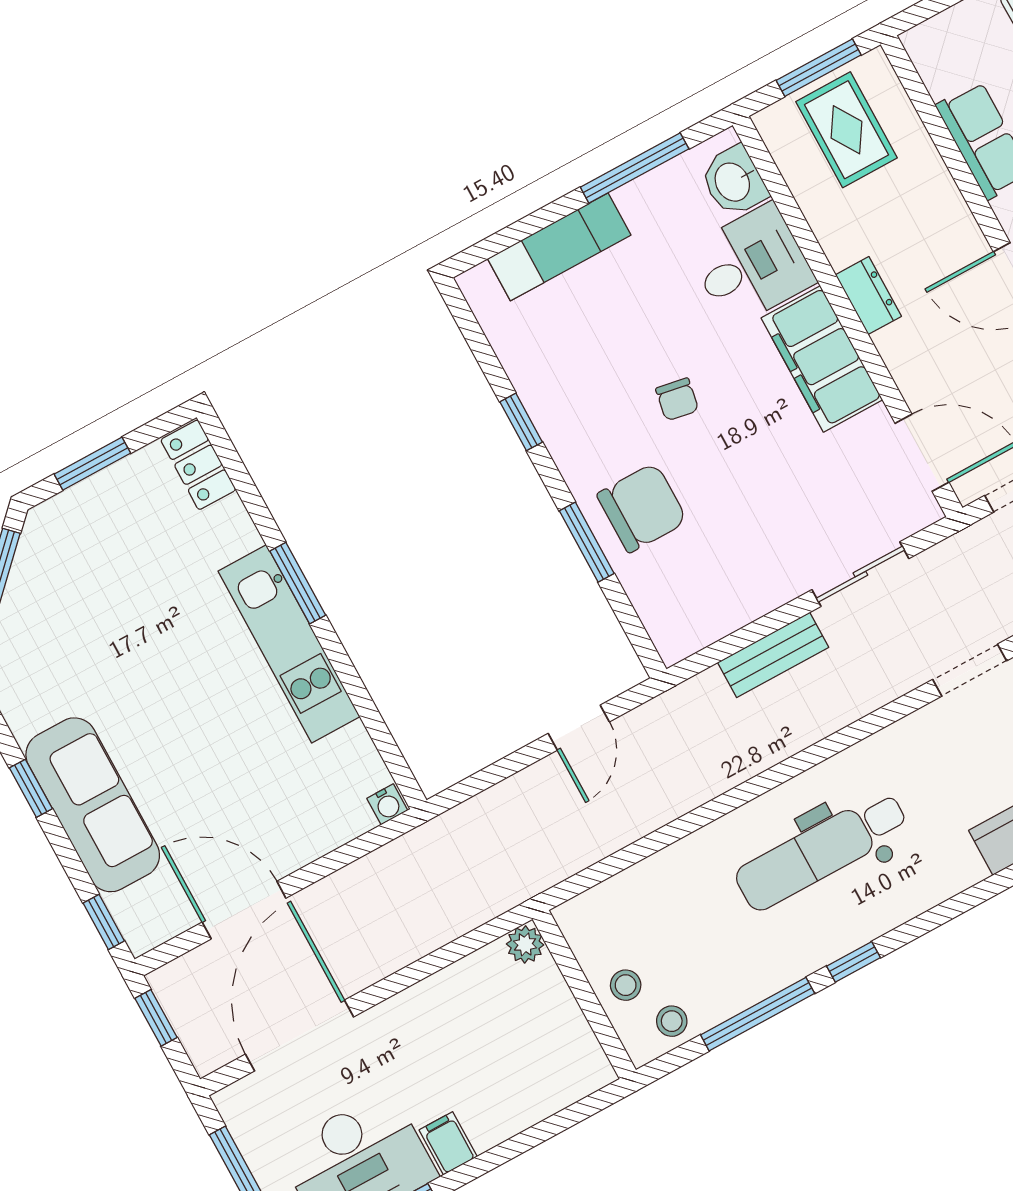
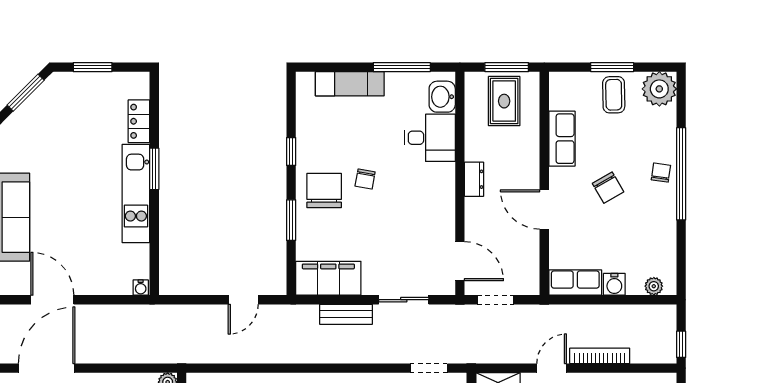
filing cabinet: (822, 359) -> (328, 278), moved, turned 90
locker: (198, 465) -> (139, 121), moved
chair: (642, 508) -> (324, 191), moved, turned -90

